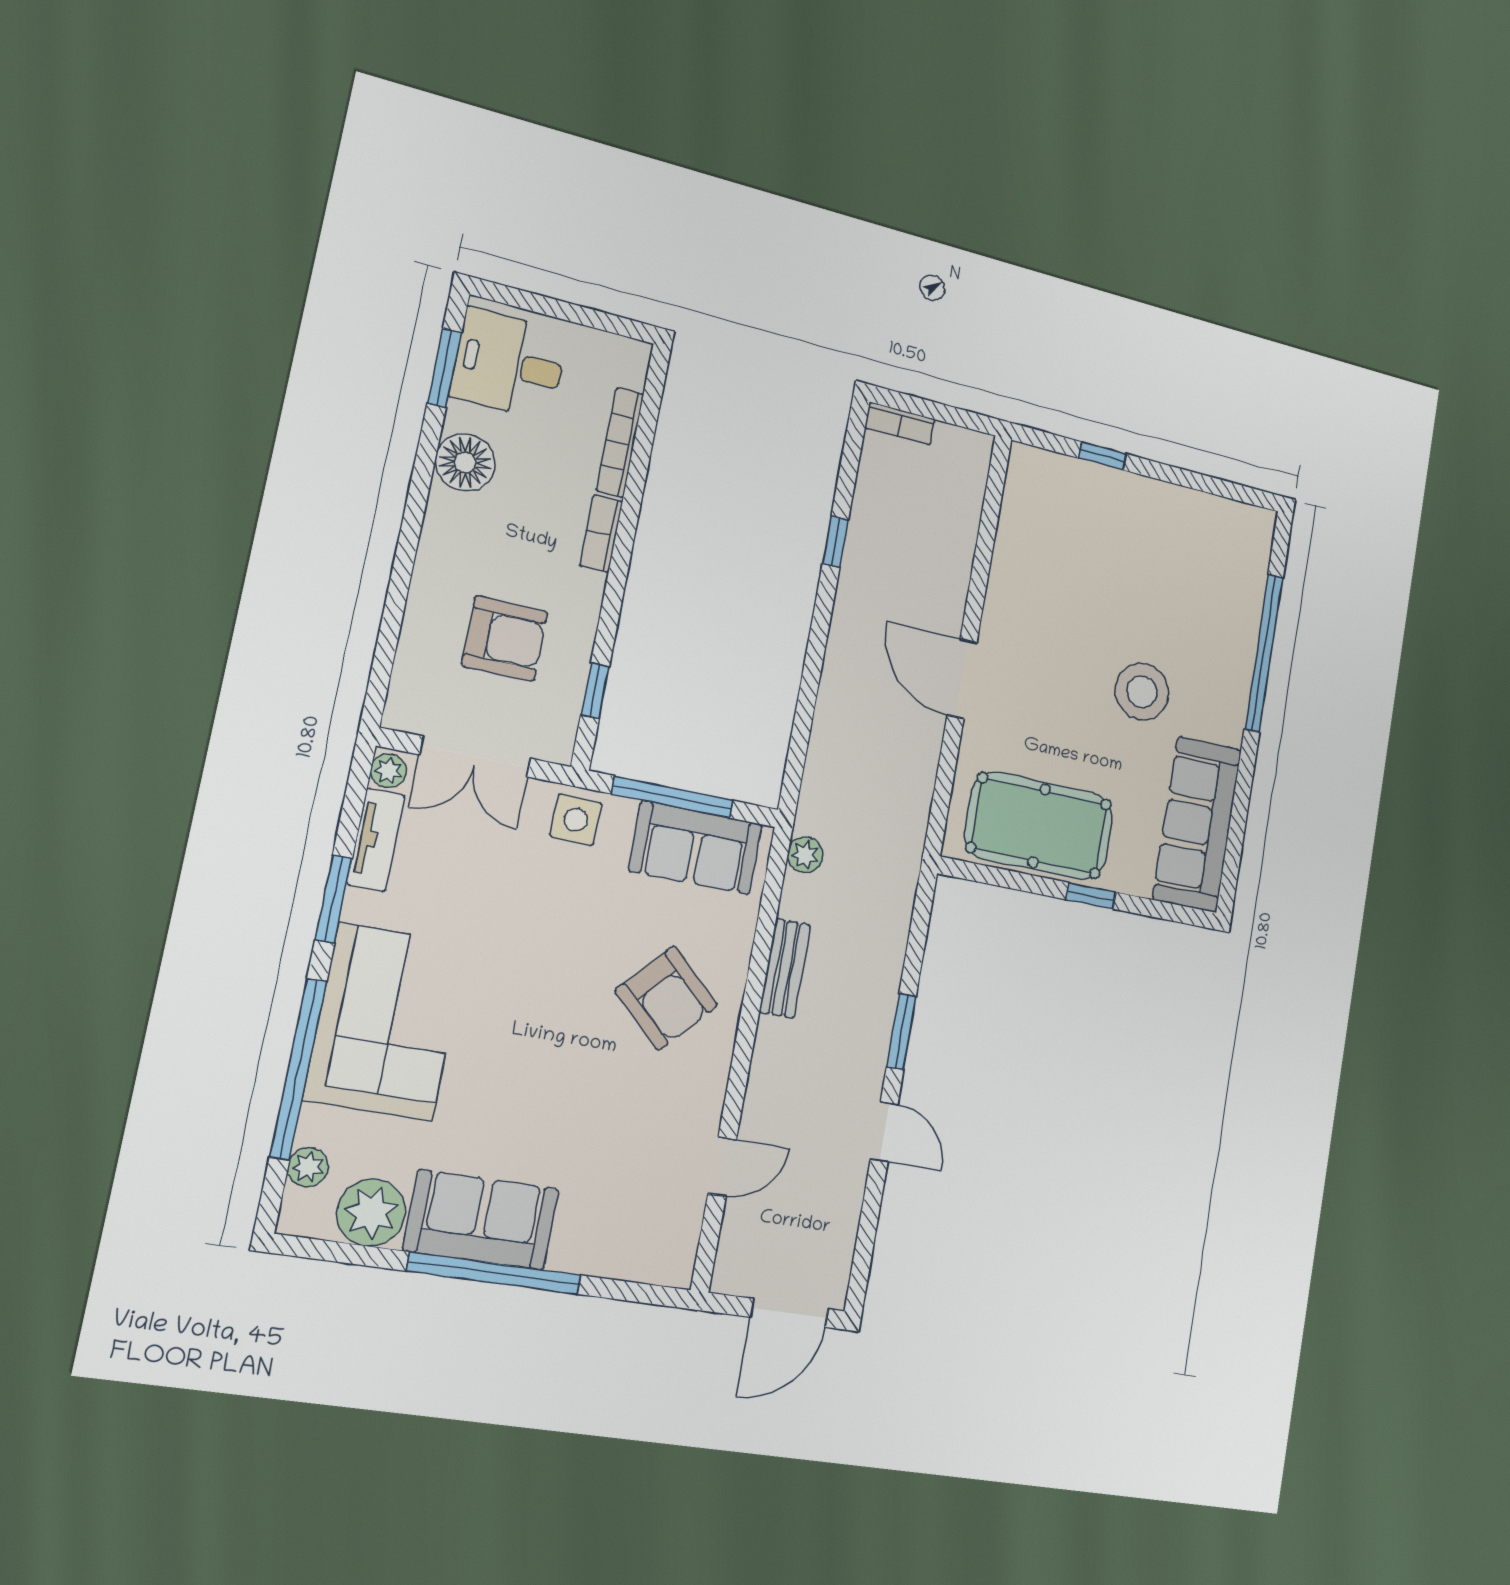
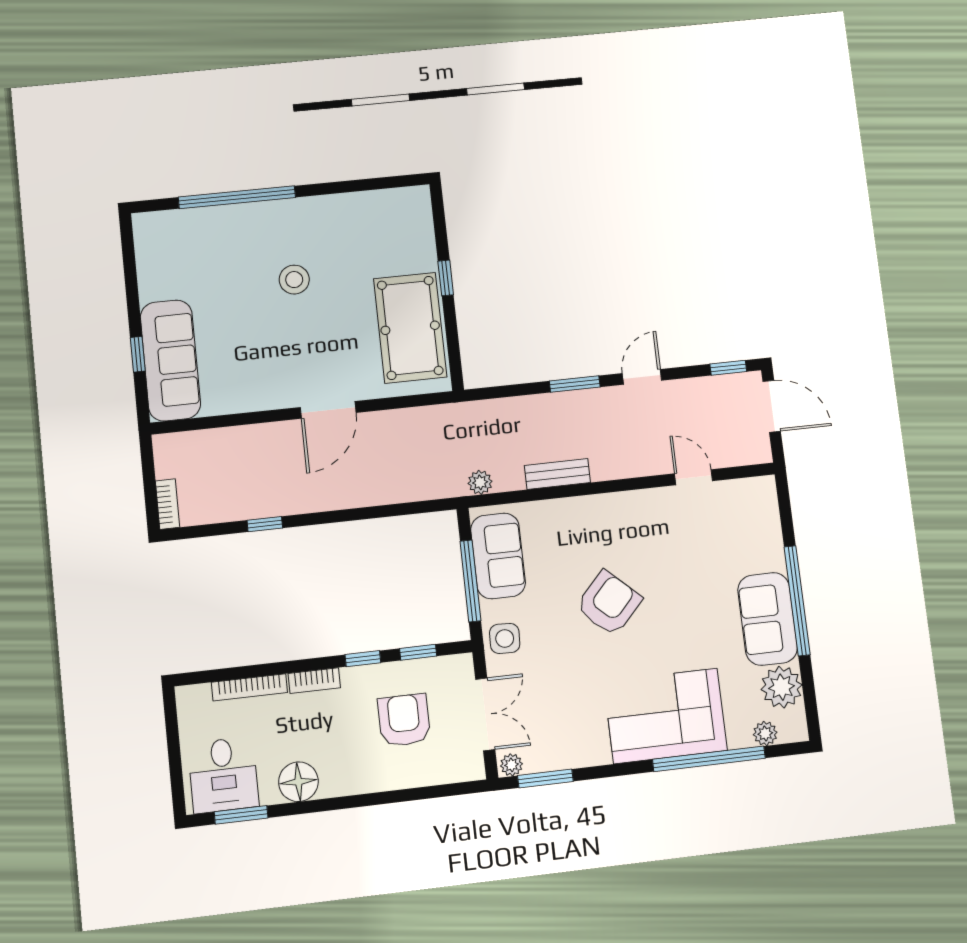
window: (611, 611) -> (363, 659), added
stool: (1142, 692) -> (294, 280), width x0.73, depth x0.73
sofa: (1197, 824) -> (170, 360), moved, turned -90
tv unit: (376, 840) -> (557, 758), removed
window: (334, 899) -> (545, 778), moved
armchair: (666, 998) -> (609, 603), moved
window: (862, 1263) -> (728, 368), added

